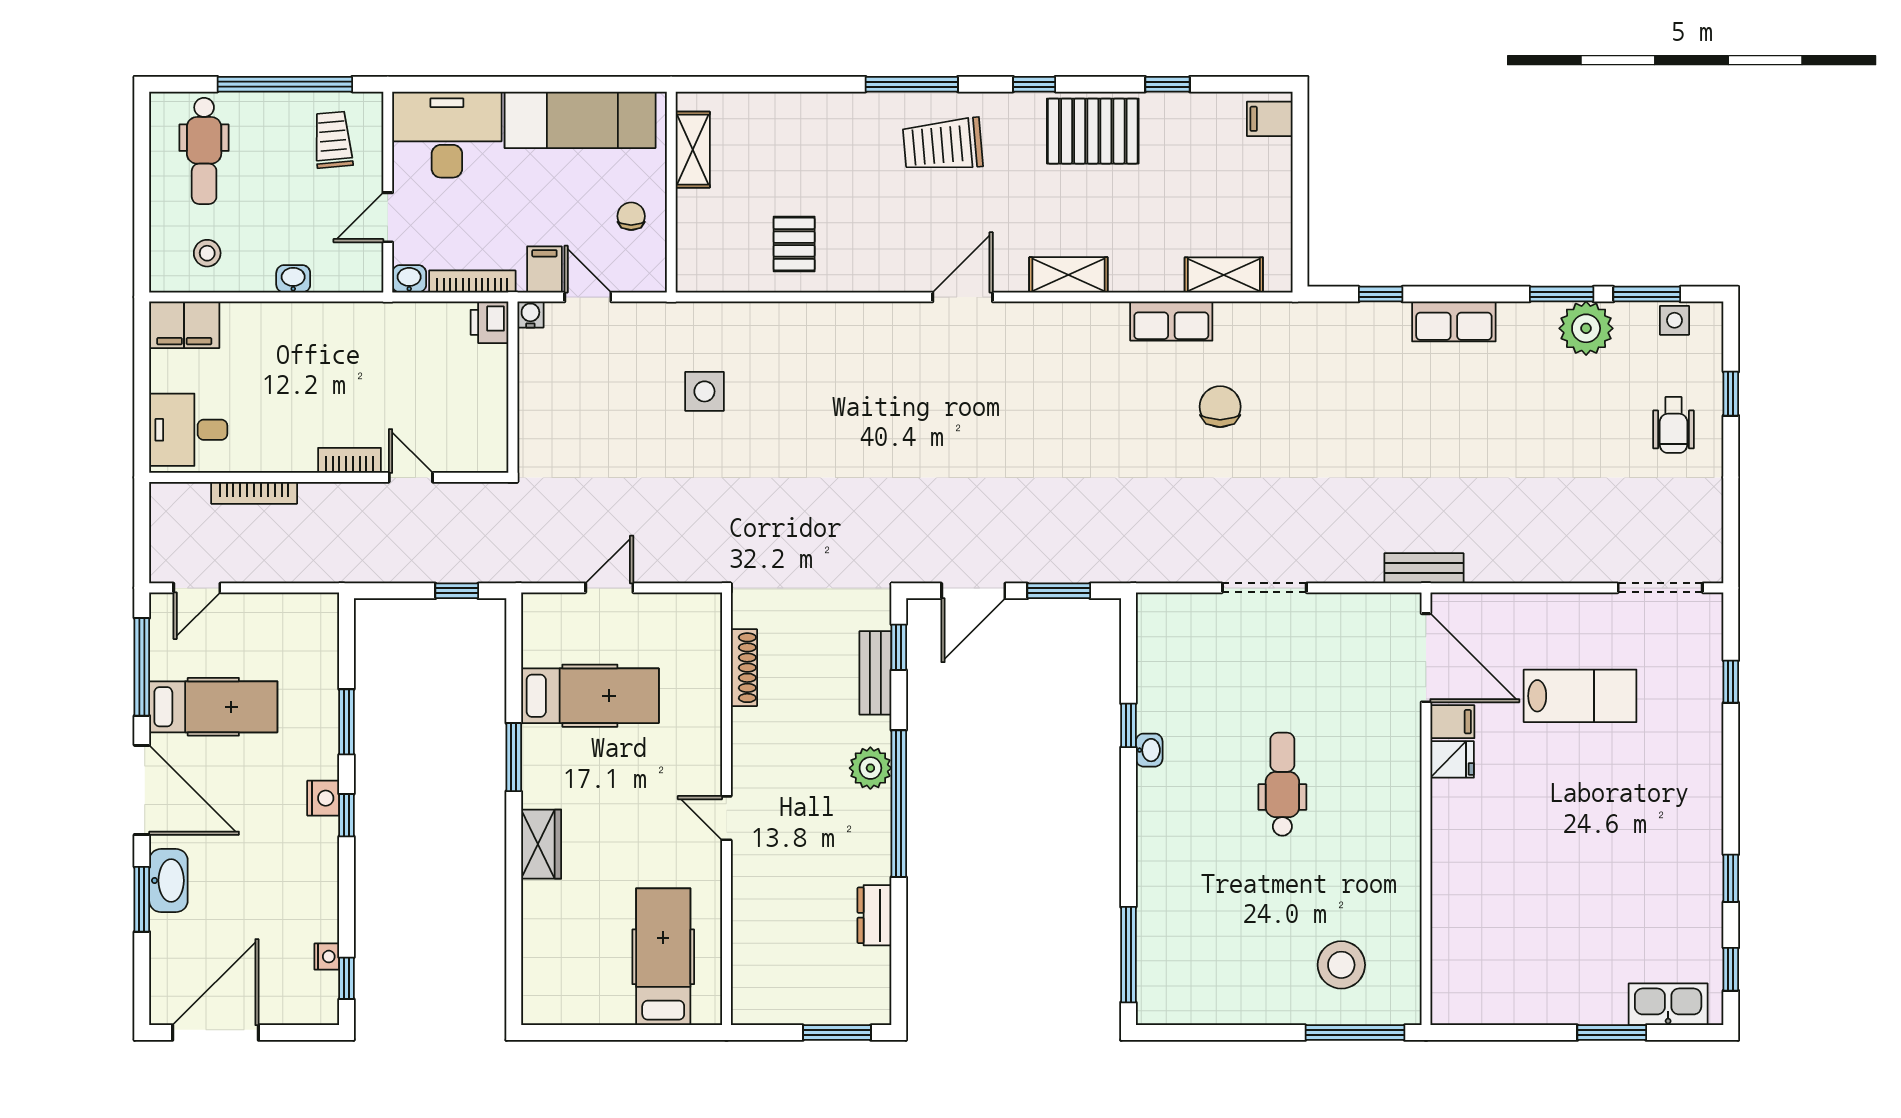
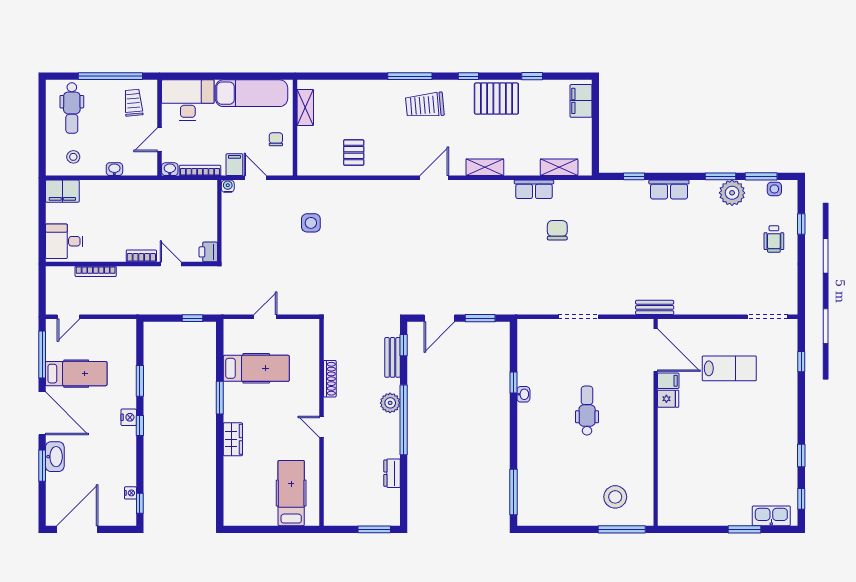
filing cabinet: (1270, 119) -> (581, 101), width x2.00
printer: (490, 322) -> (208, 252), moved
shoe rack: (744, 668) -> (330, 379), moved

